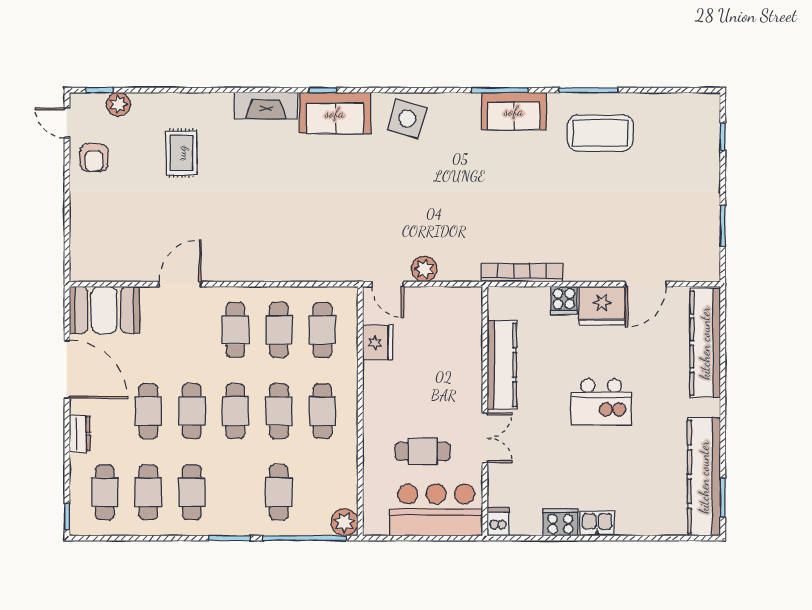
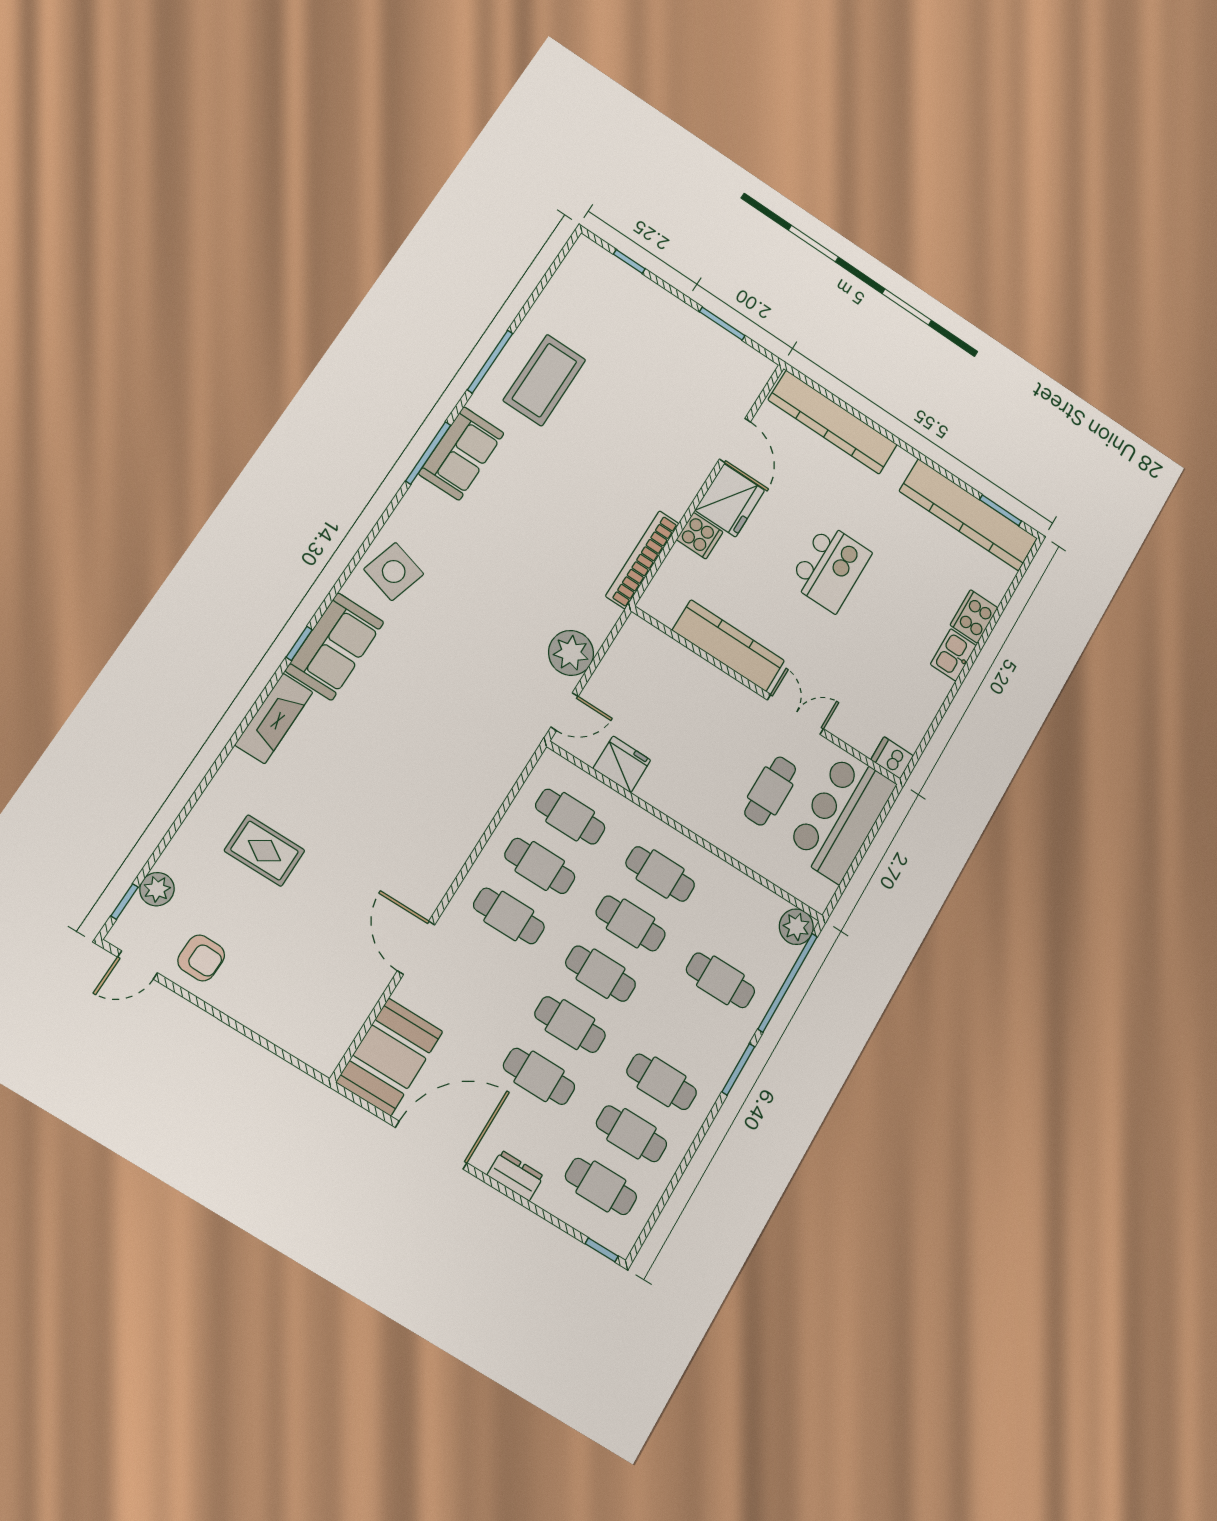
plant: (424, 269) -> (571, 653), width x1.36, depth x1.36
cooker: (560, 522) -> (974, 616), moved

